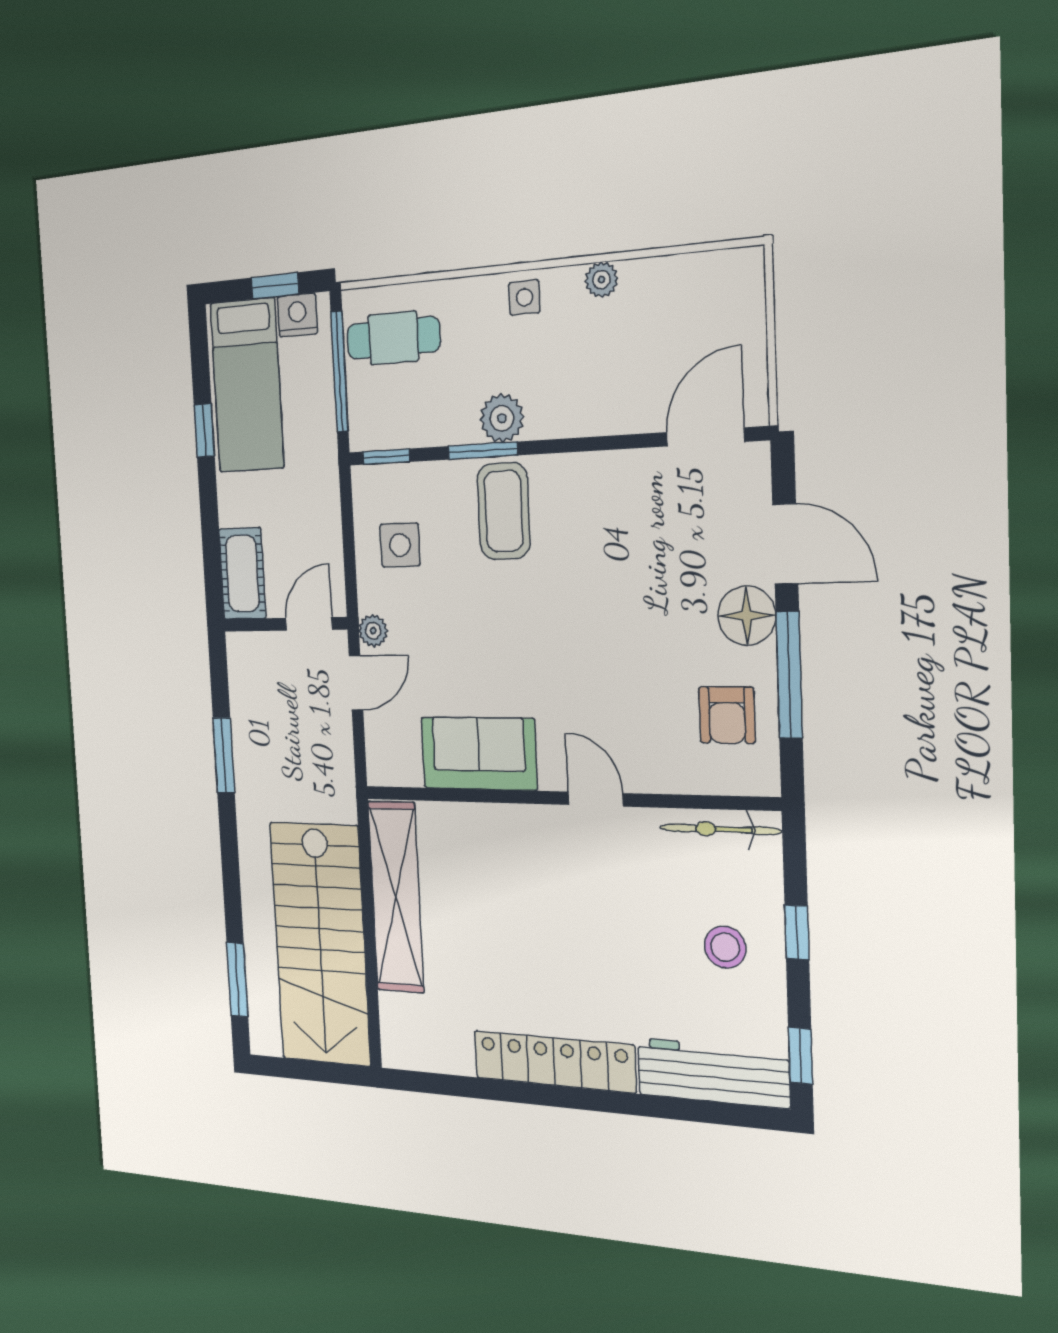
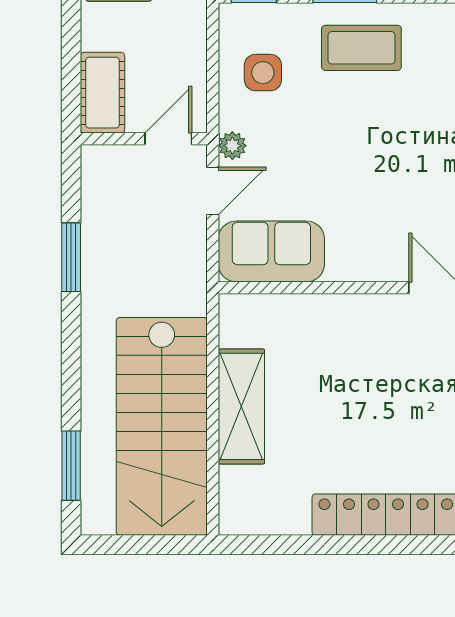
coffee table: (504, 511) -> (361, 48), turned 90
sofa: (479, 754) -> (271, 251), moved
shelving: (396, 897) -> (241, 406), width x0.68

